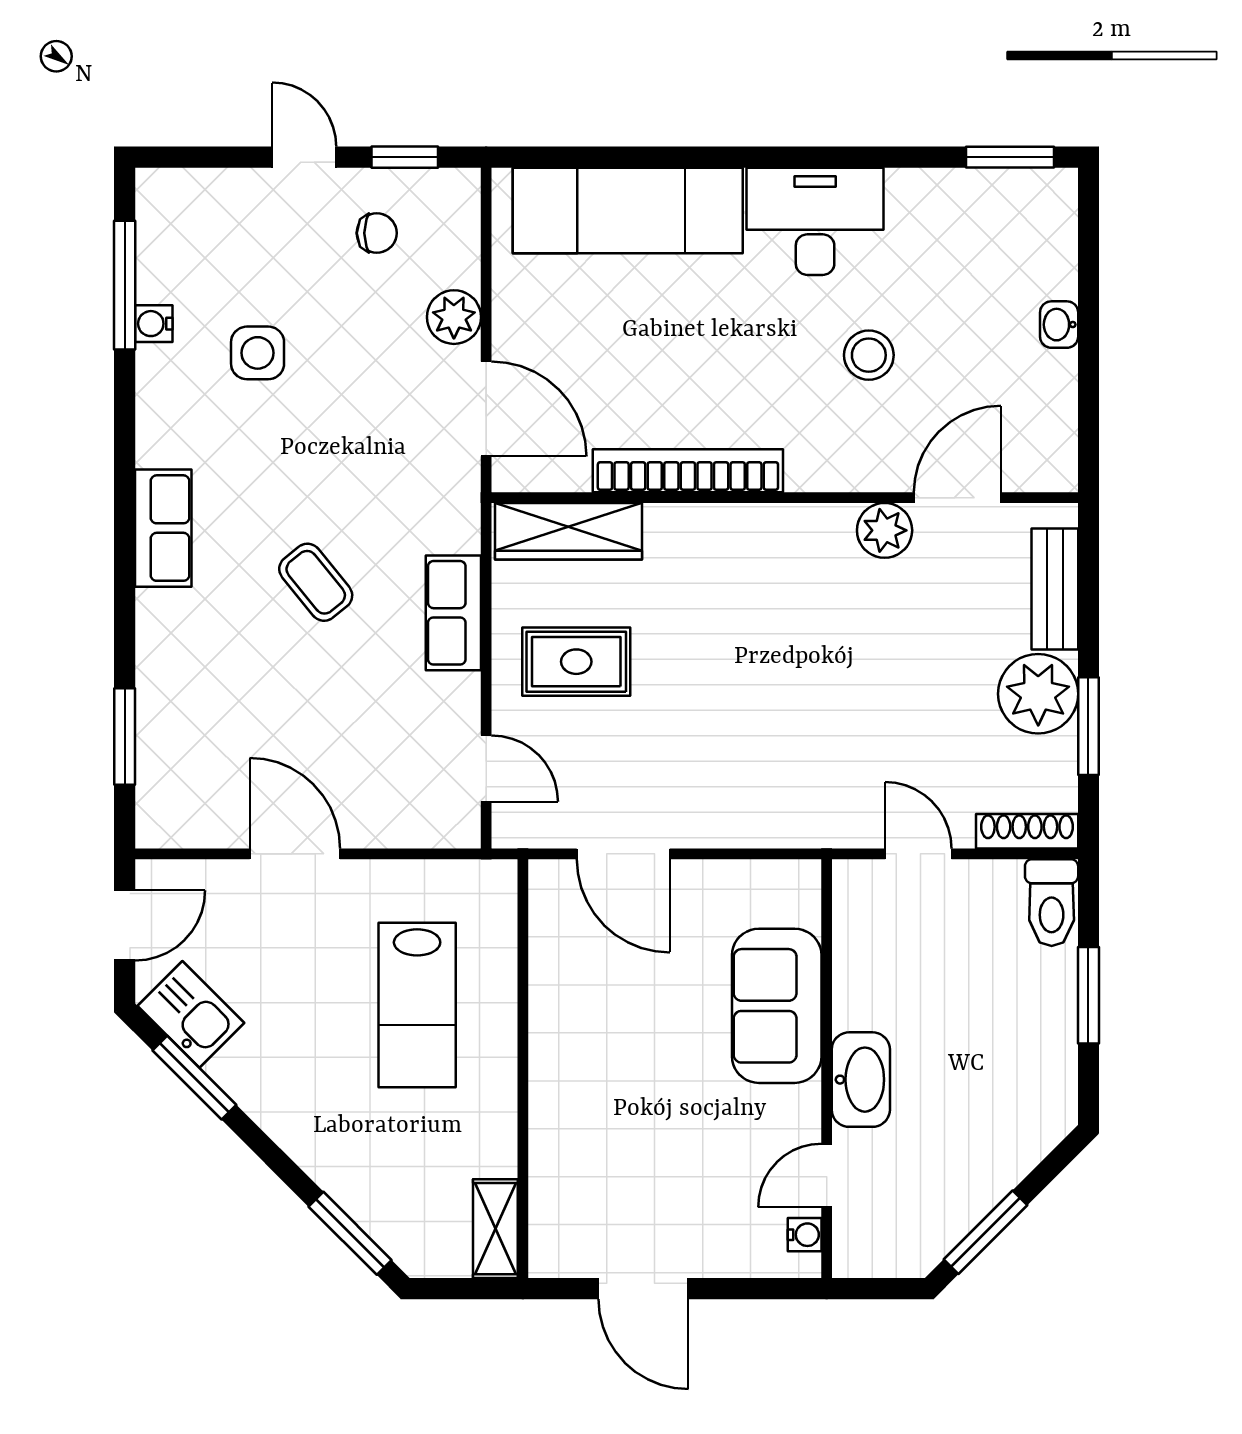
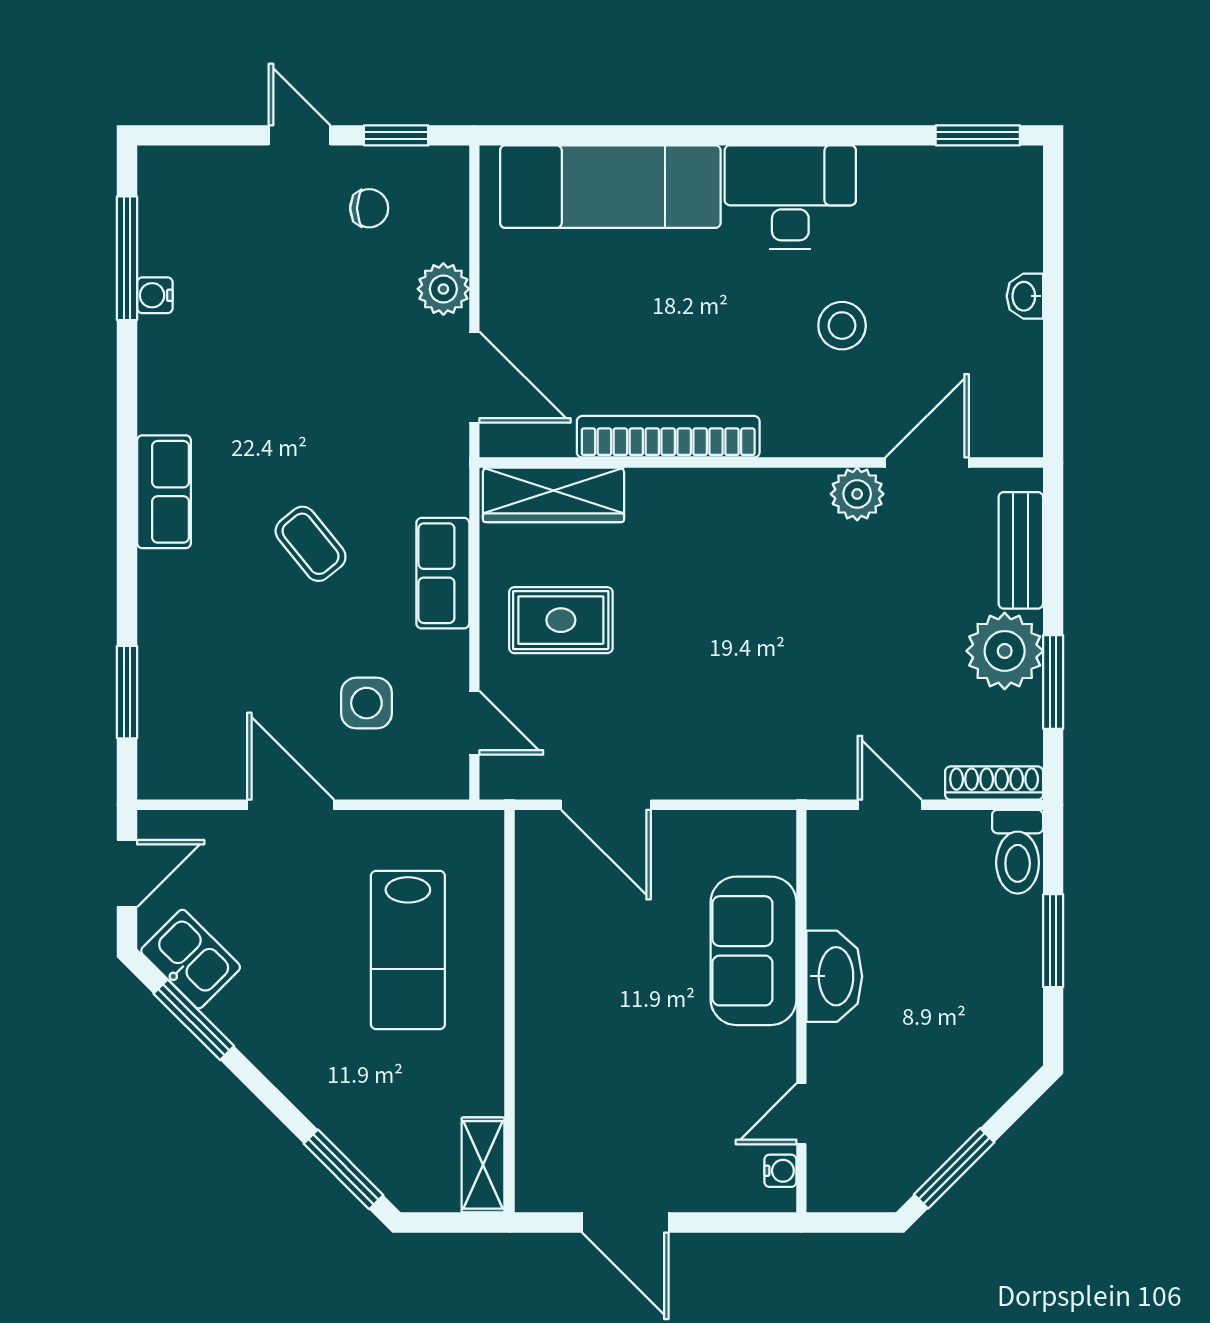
side table: (258, 353) -> (366, 703), moved
washbasin: (861, 1080) -> (834, 976), moved

